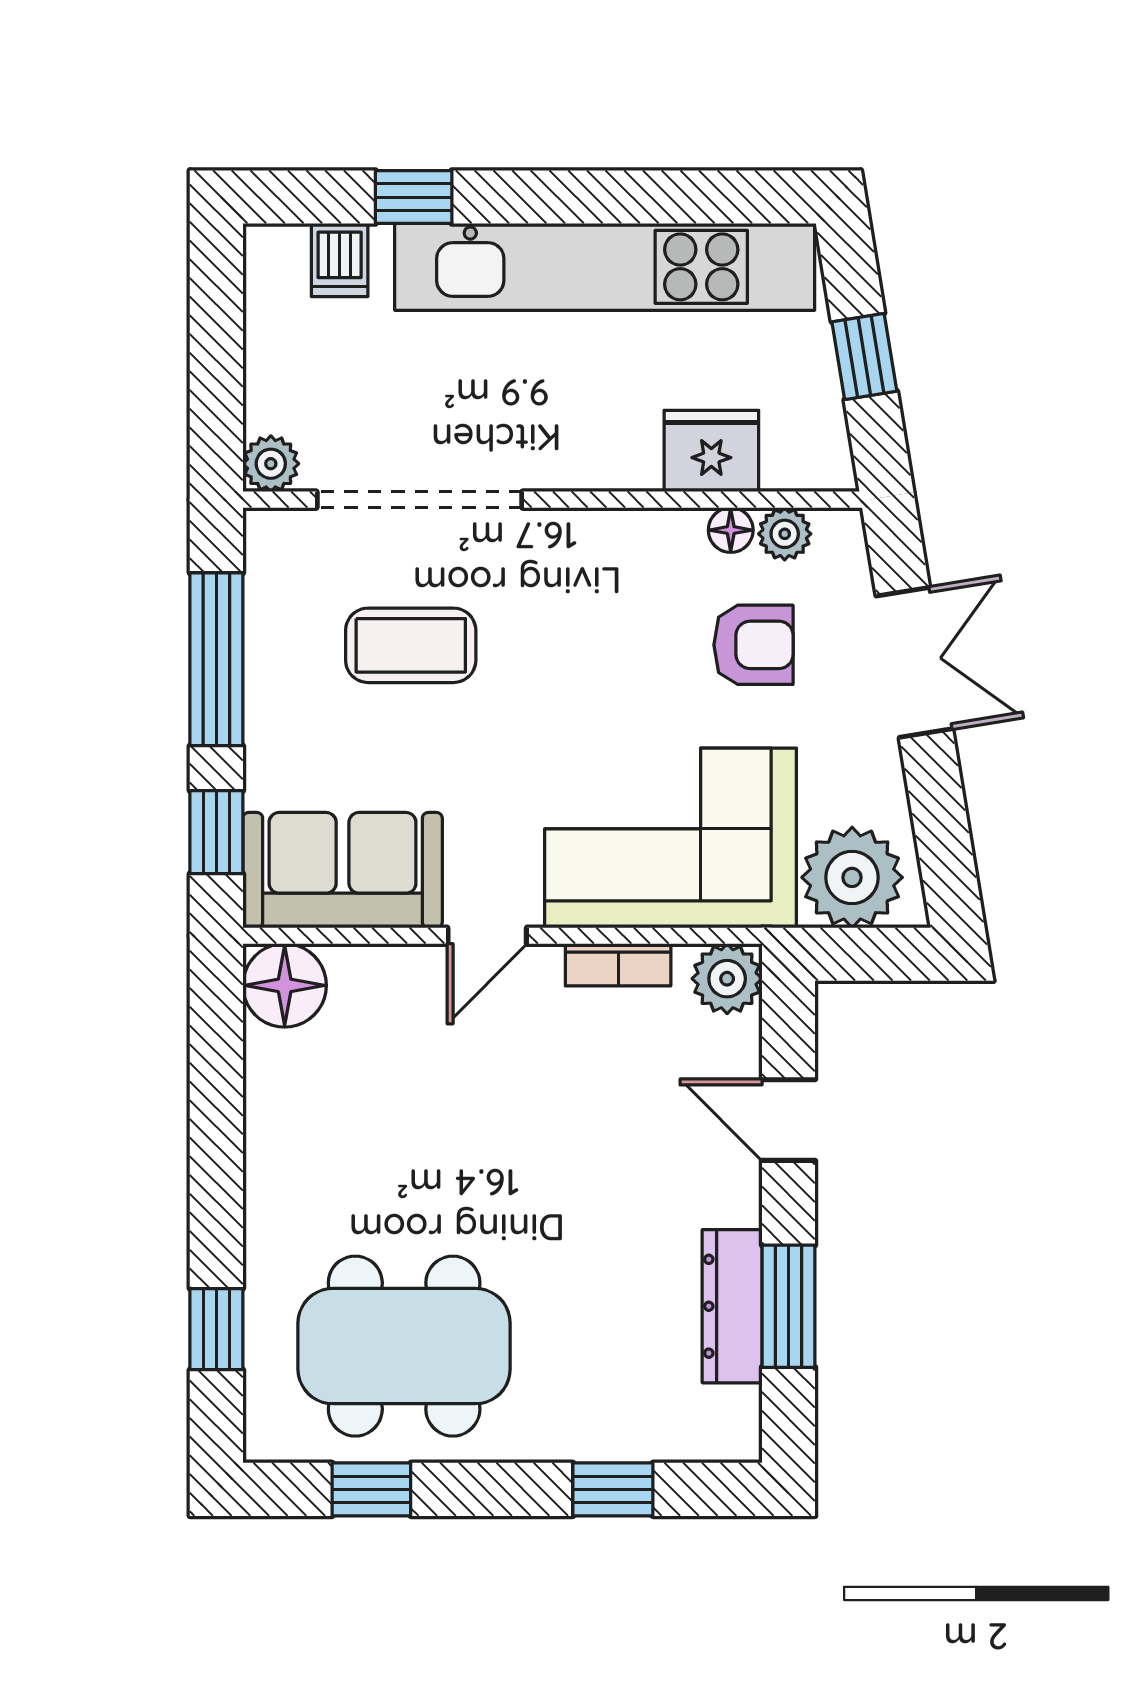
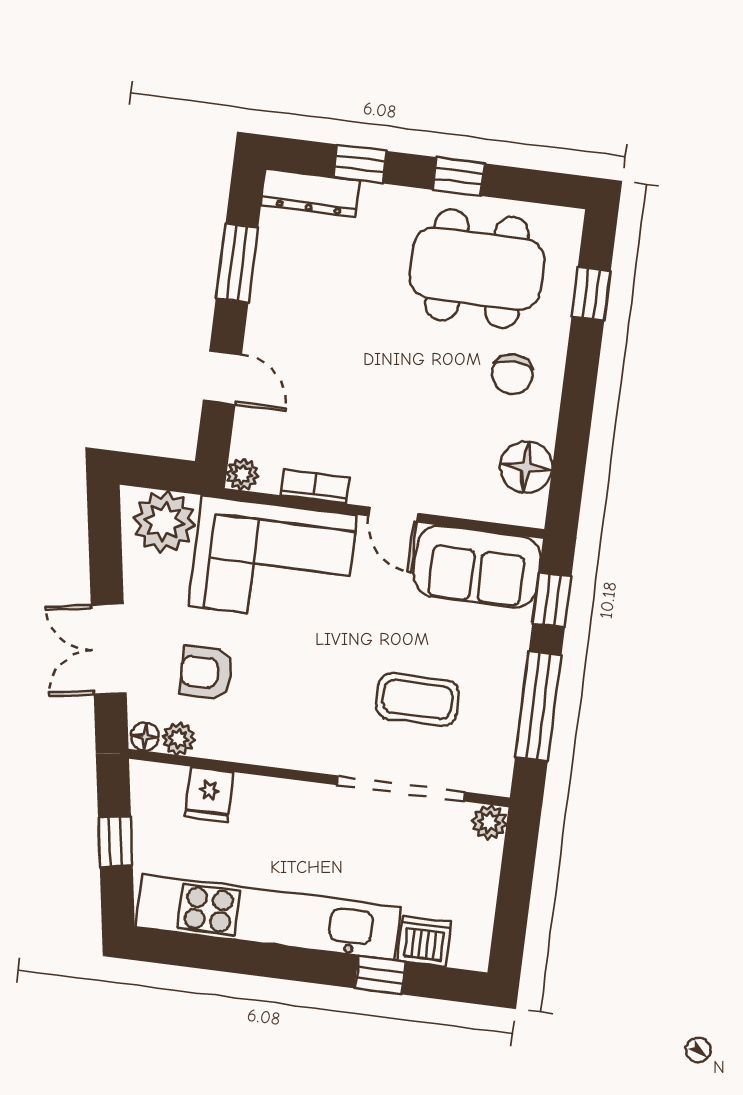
dishwasher: (340, 260) -> (424, 941), width x1.38
fridge: (711, 451) -> (209, 794), width x0.72
floor lamp: (731, 530) -> (145, 737), moved
door: (487, 936) -> (393, 515), swing flipped
plant: (727, 979) -> (242, 474), width x0.73, depth x0.73
floor lamp: (285, 985) -> (526, 467), moved
chair: (326, 1184) -> (512, 374), added
dresser: (732, 1306) -> (310, 193), moved, turned 90
window: (371, 1489) -> (459, 177), moved

